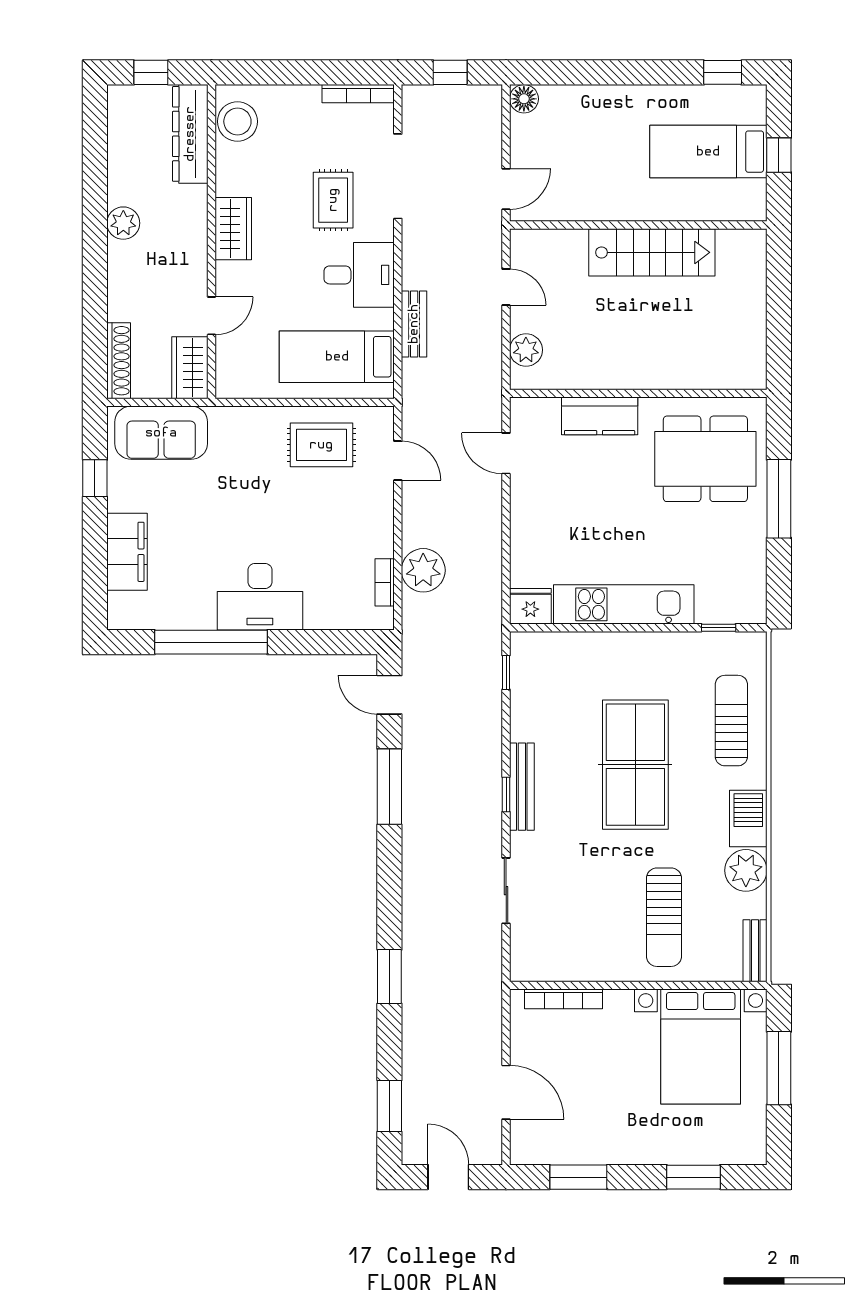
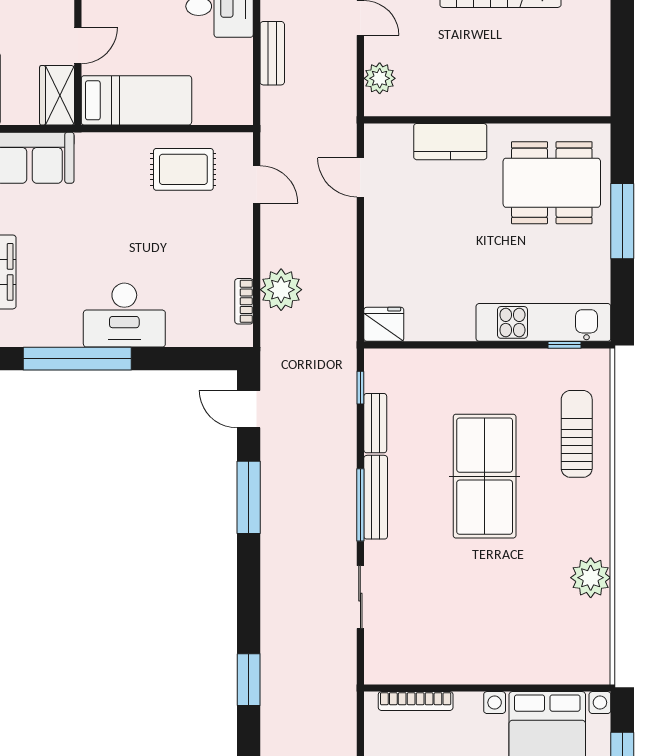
bed: (337, 357) -> (136, 100), moved, turned 180
kitchen unit: (624, 604) -> (543, 322), moved
window: (506, 794) -> (360, 505), width x2.17
barbecue: (748, 819) -> (593, 528), removed
sun lounger: (664, 917) -> (512, 623), removed
bench: (755, 951) -> (375, 423), moved

